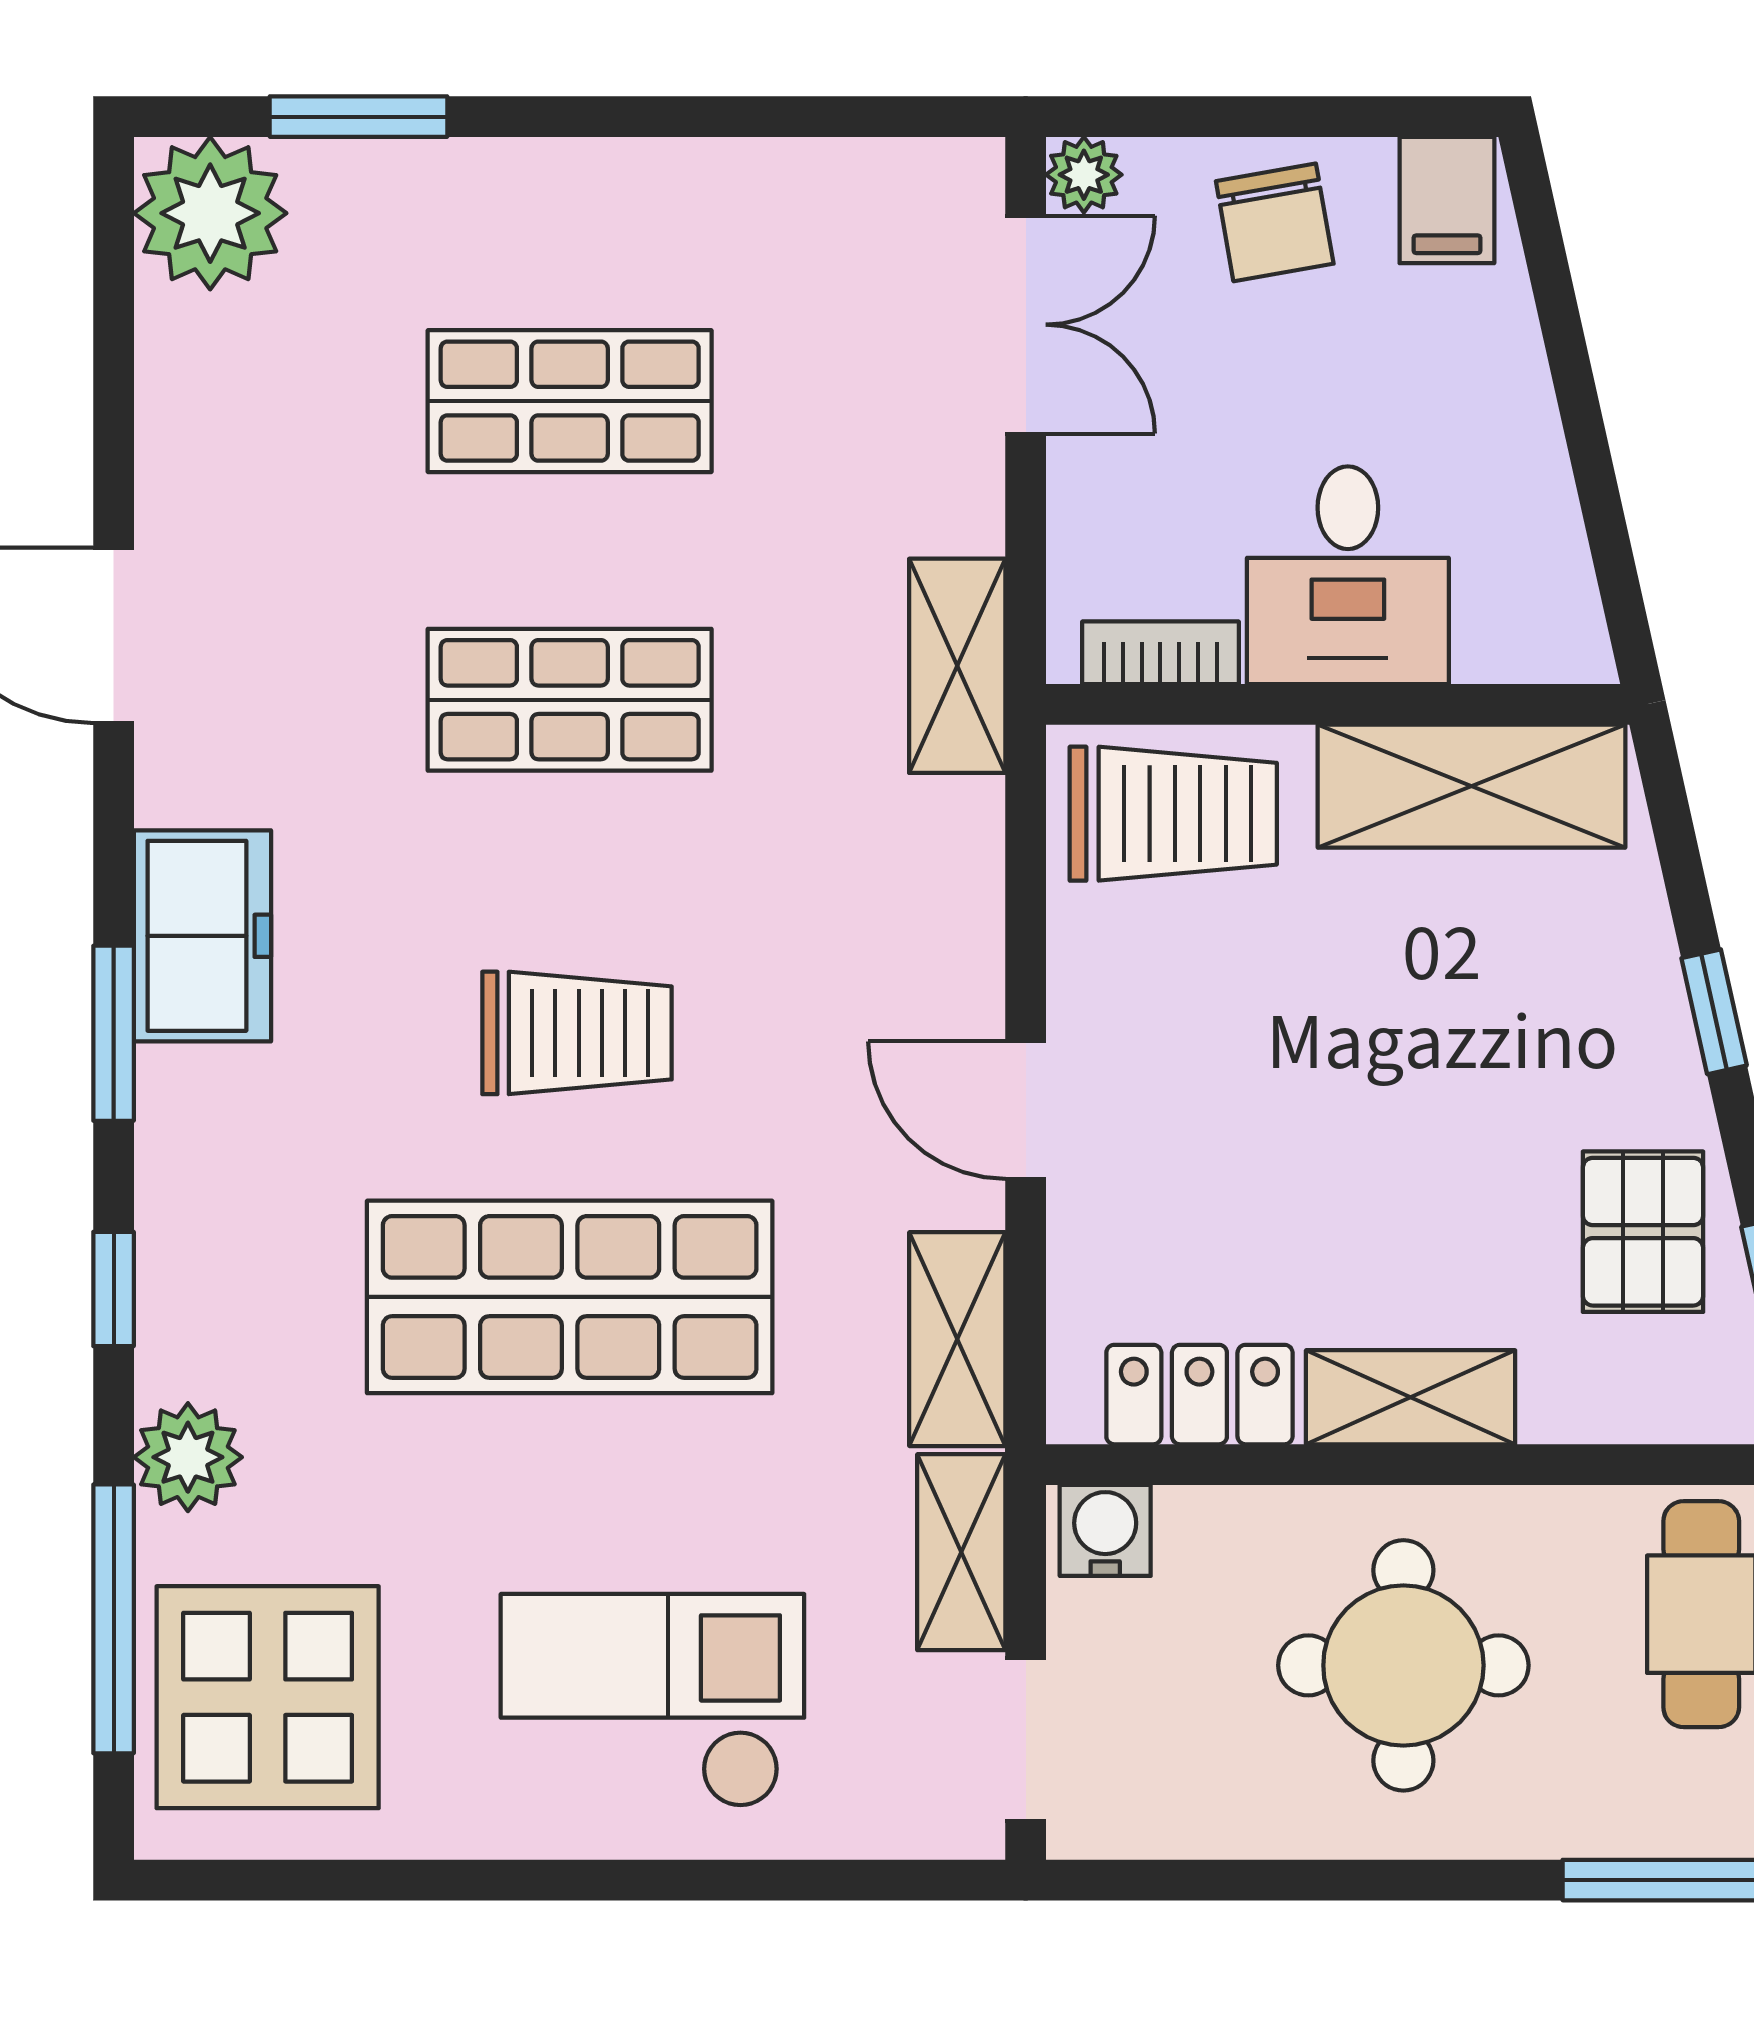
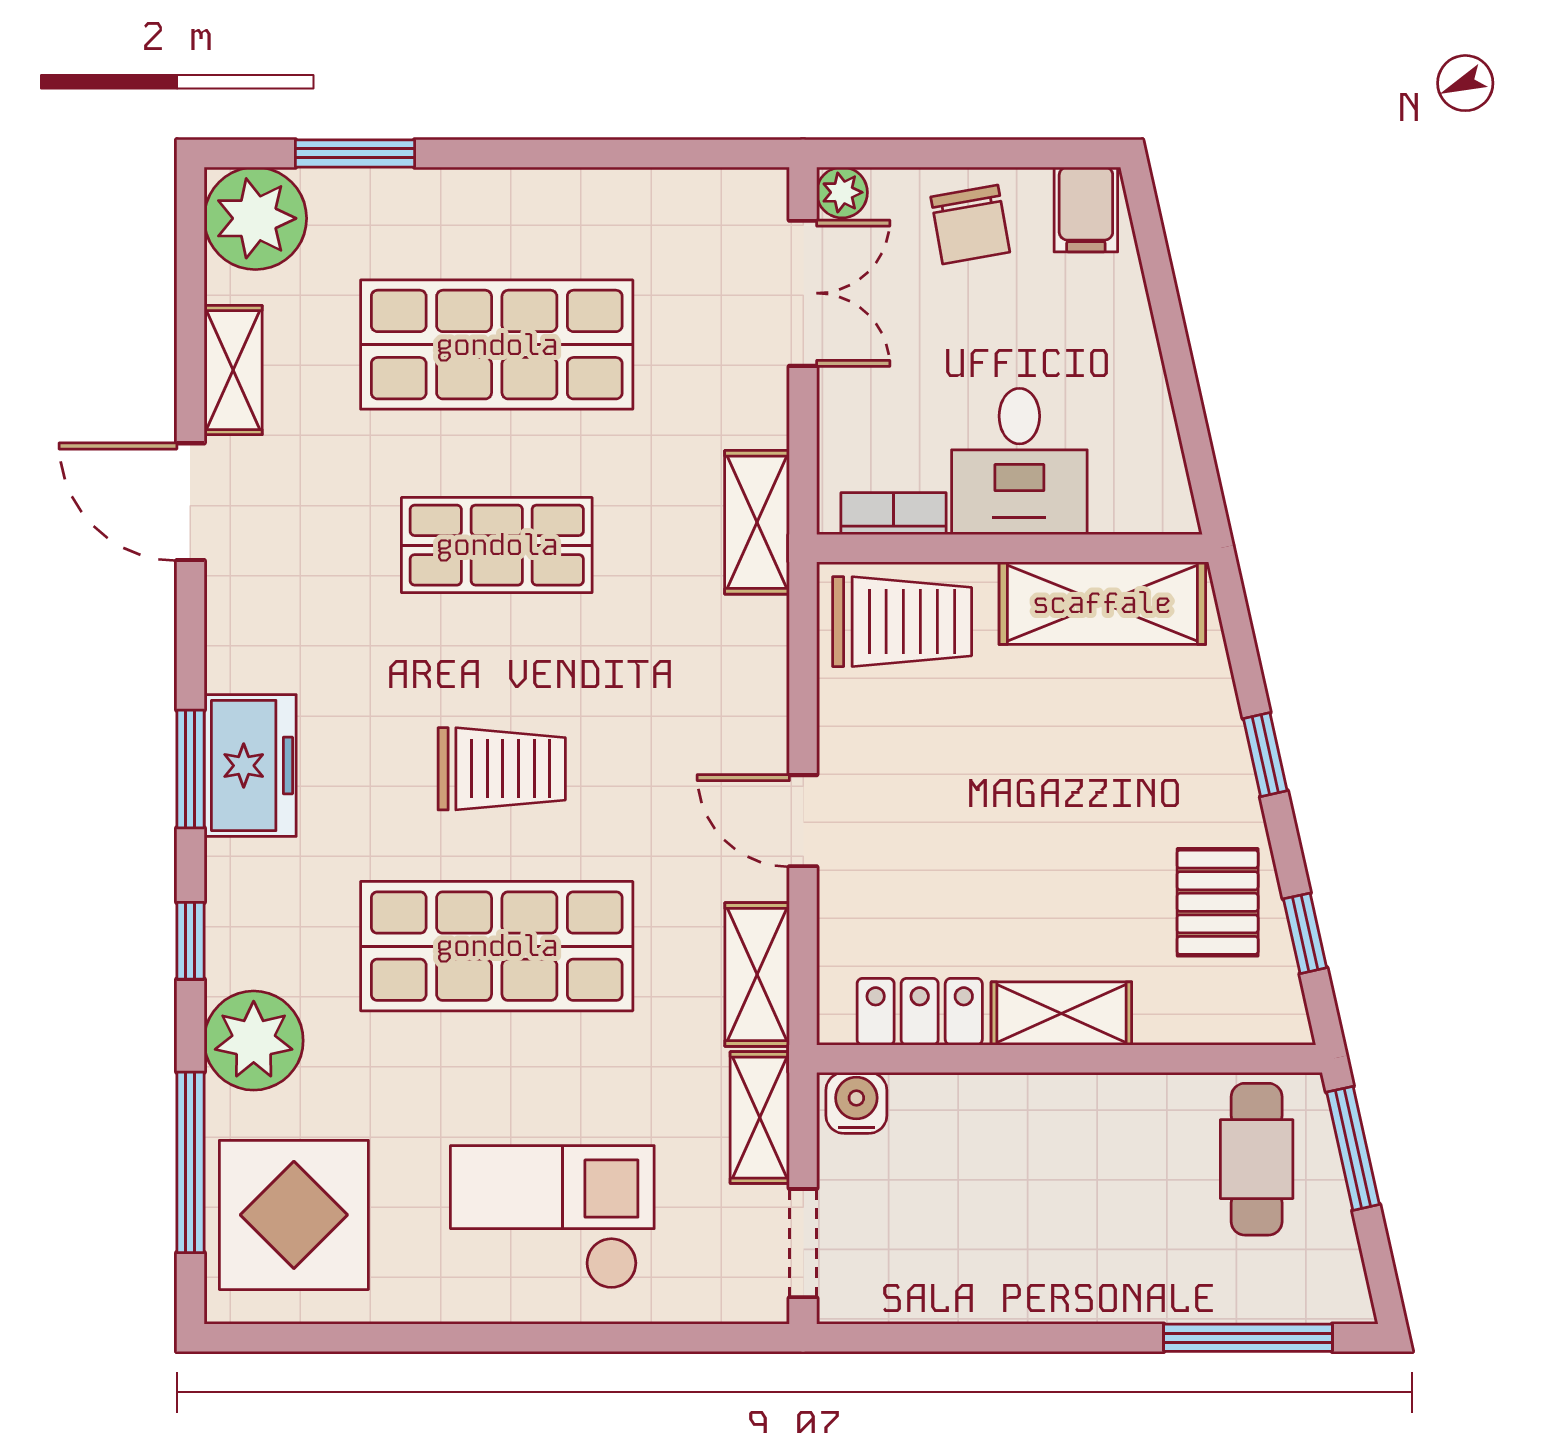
shop shelf: (570, 401) -> (497, 345), width x1.43, depth x1.36
shelving: (177, 439) -> (233, 370), added
freezer: (202, 936) -> (250, 766), moved
plant: (188, 1457) -> (254, 1041), width x1.36, depth x1.36
round table: (1403, 1665) -> (1057, 1194), removed

